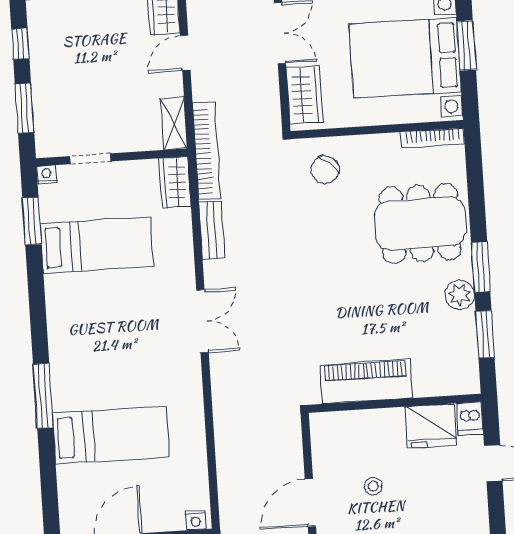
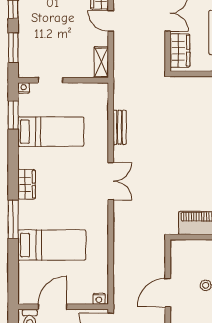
door: (185, 53) -> (111, 21), hinge flipped
bookcase: (207, 151) -> (120, 80), removed
chair: (325, 170) -> (189, 96), removed
wardrobe: (175, 182) -> (27, 184), moved, turned 180

